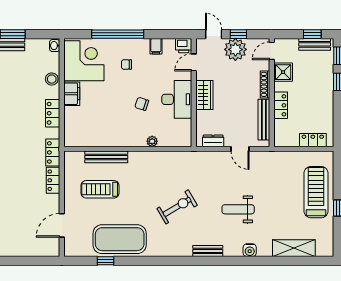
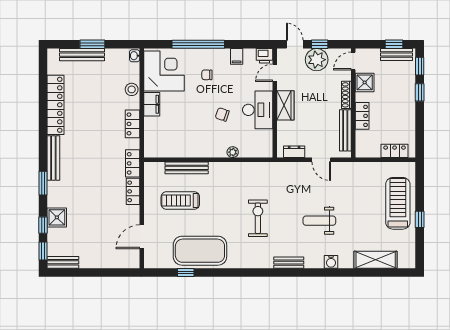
exercise bike: (177, 207) -> (258, 218), turned -59

